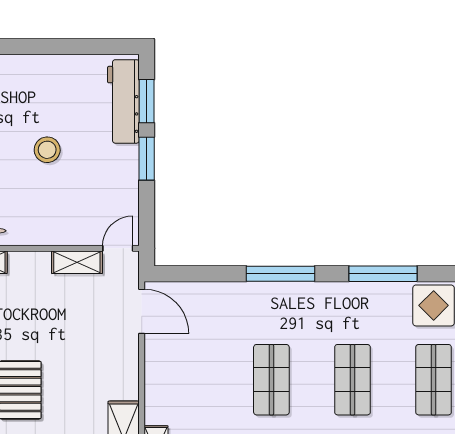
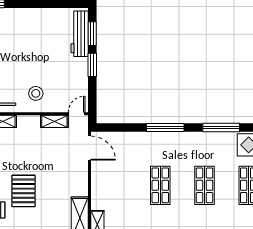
stool: (47, 150) -> (36, 93), moved

